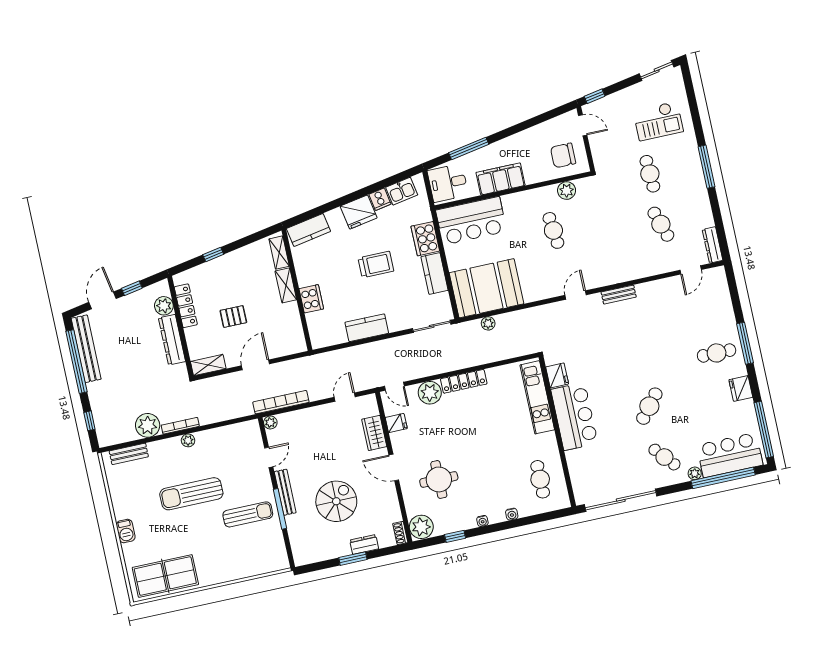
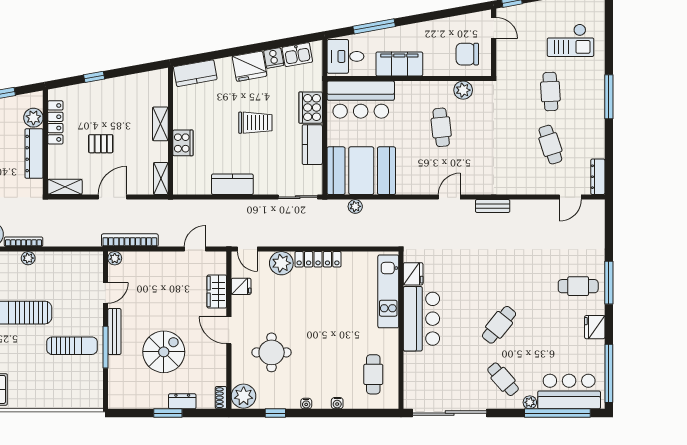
shelving: (279, 253) -> (161, 178), moved

